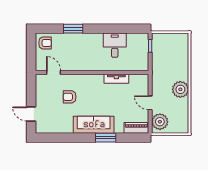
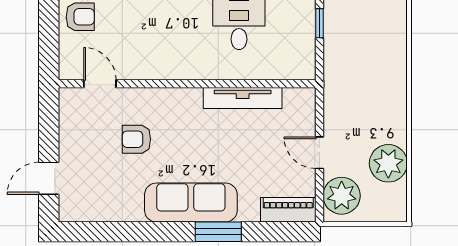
tv unit: (116, 79) -> (243, 98), width x1.41
plant: (180, 89) -> (388, 163), moved
door: (31, 114) -> (49, 178), hinge flipped

